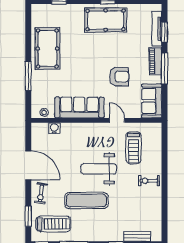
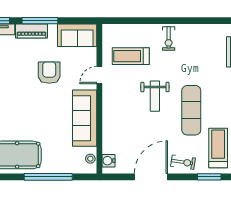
window: (28, 76) -> (48, 177), width x1.46
water cooler: (54, 128) -> (108, 161), moved
treadmill: (134, 148) -> (131, 56), turned 180
weight bench: (99, 169) -> (155, 96), width x0.73, depth x0.75

